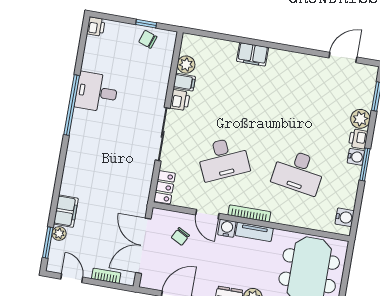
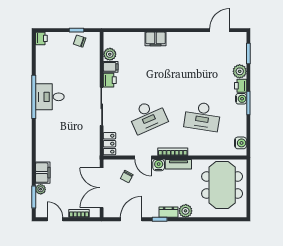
desk: (97, 92) -> (50, 97), moved

